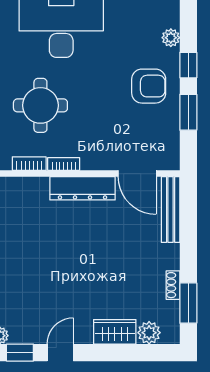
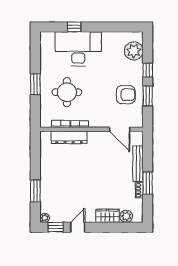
plant: (171, 38) -> (134, 51), width x1.87, depth x1.87
armchair: (149, 86) -> (126, 95), moved
dresser: (83, 188) -> (69, 137), moved
bench: (171, 210) -> (138, 164), moved
window: (188, 303) -> (148, 183), moved

